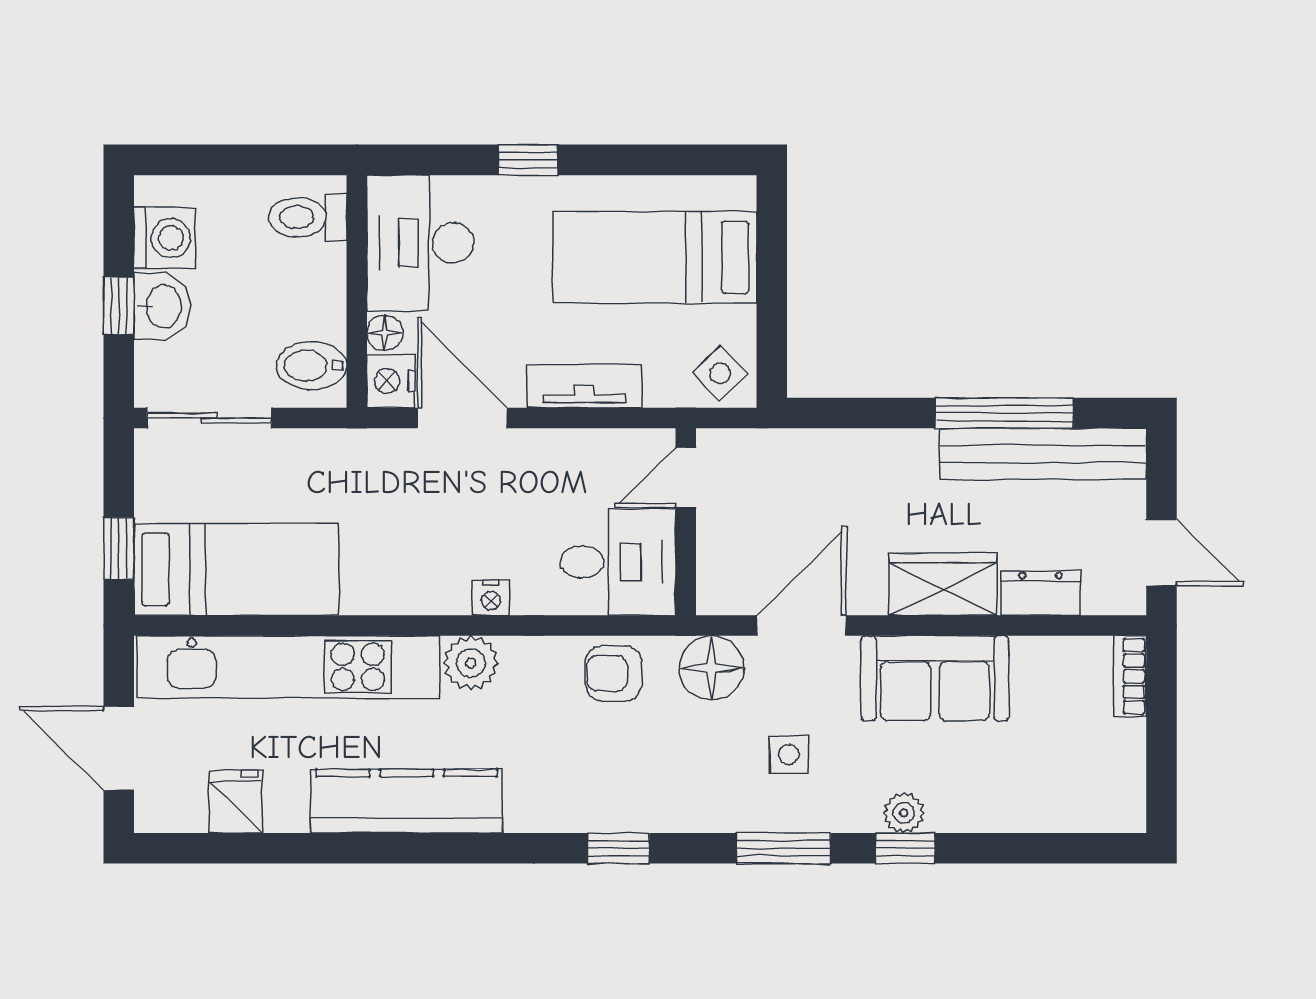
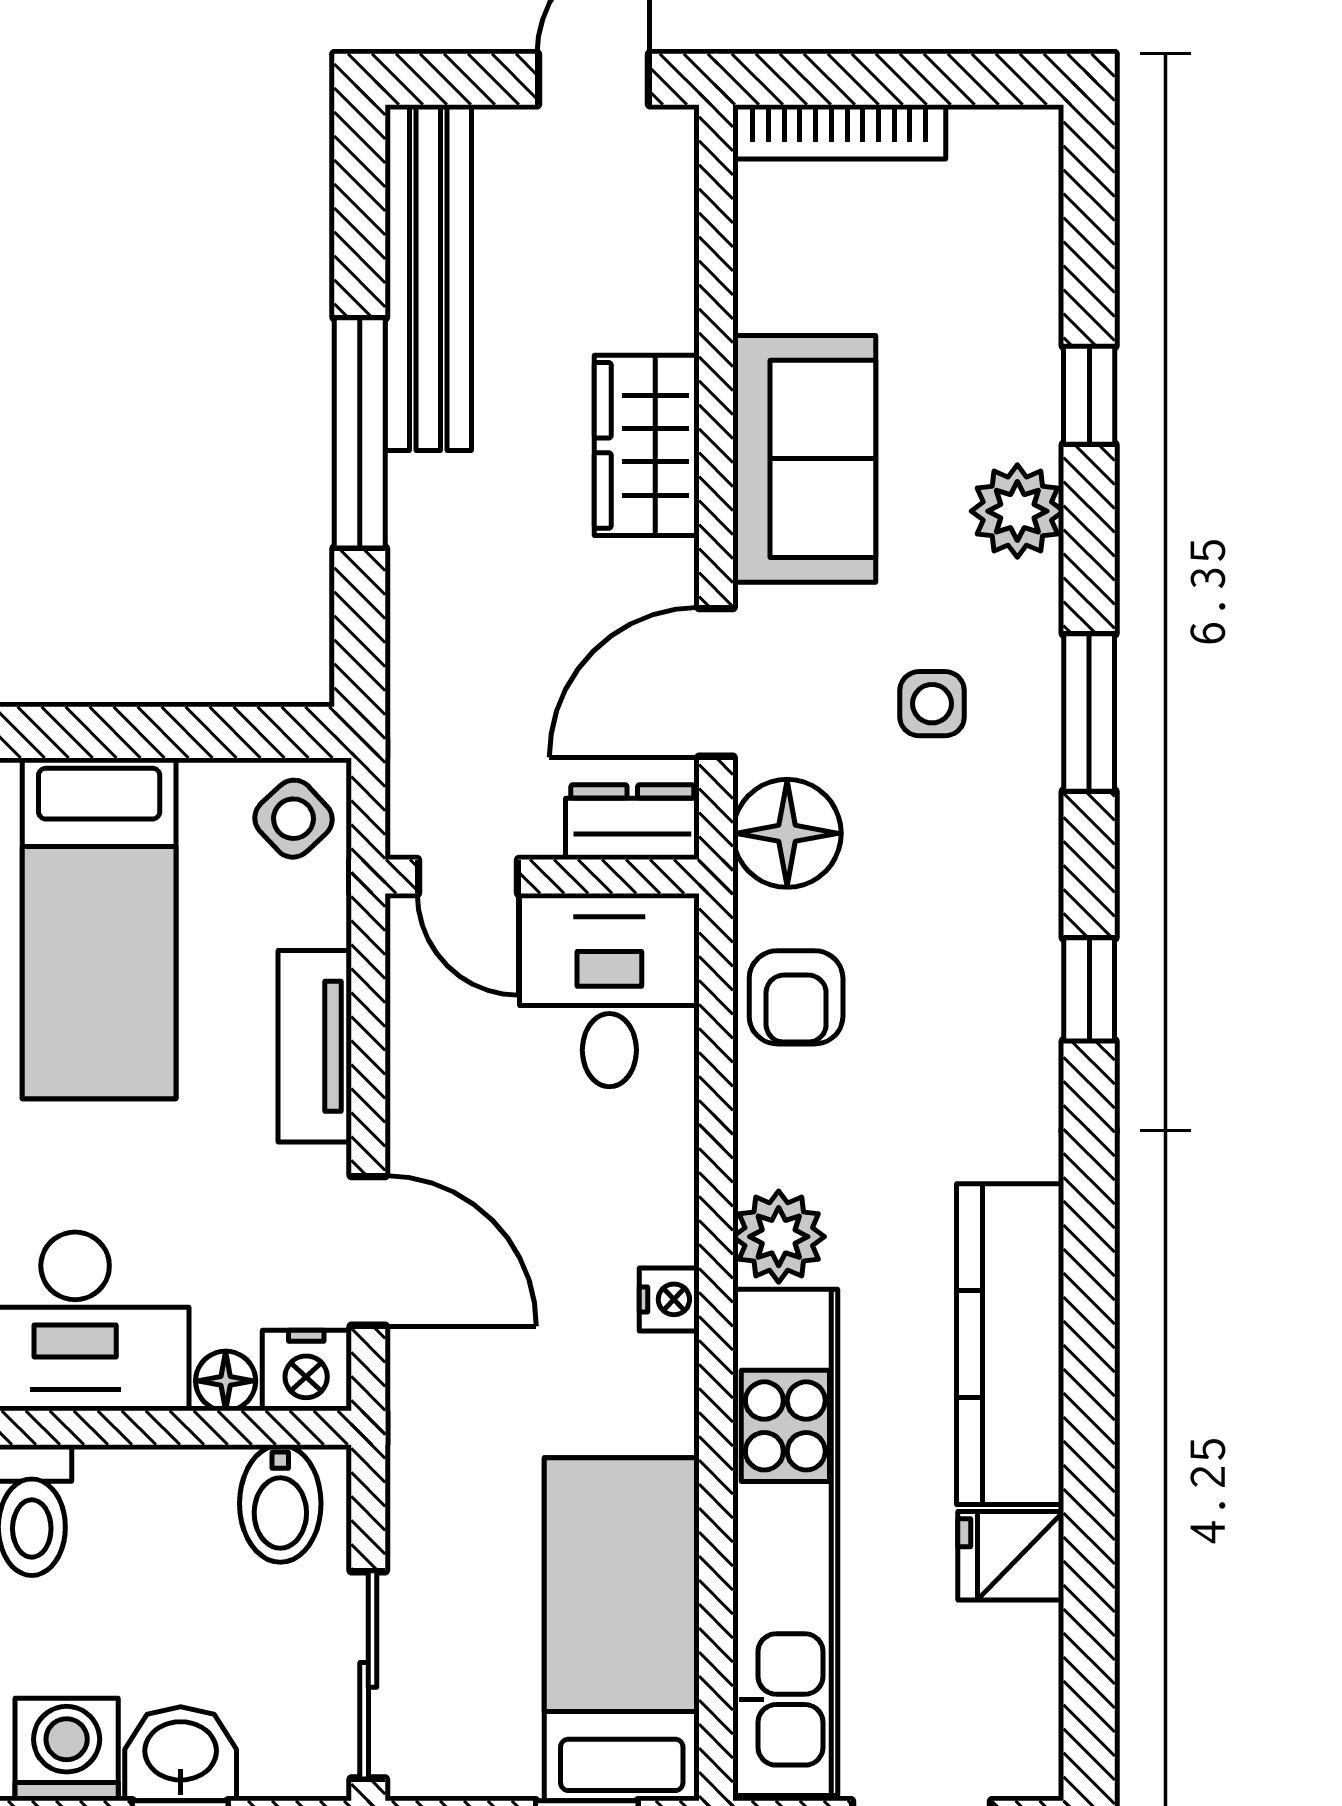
window: (1004, 413) -> (360, 433), moved
door: (462, 418) -> (368, 1251), swing flipped
dresser: (1041, 593) -> (632, 822), moved, turned 90
nightstand: (491, 598) -> (669, 1299), moved
door: (802, 626) -> (716, 682), hinge flipped
bookcase: (1130, 676) -> (839, 132), width x1.56
fridge: (236, 802) -> (1011, 1556), moved
plant: (904, 813) -> (1017, 511), width x1.38, depth x1.38
window: (905, 848) -> (1089, 395), moved

